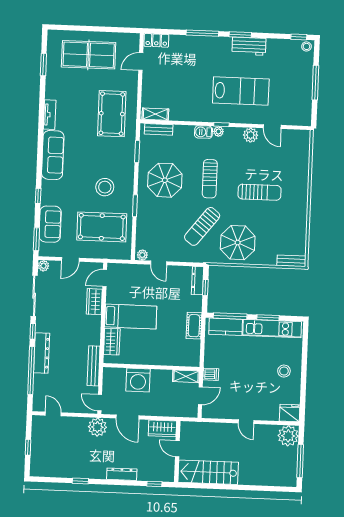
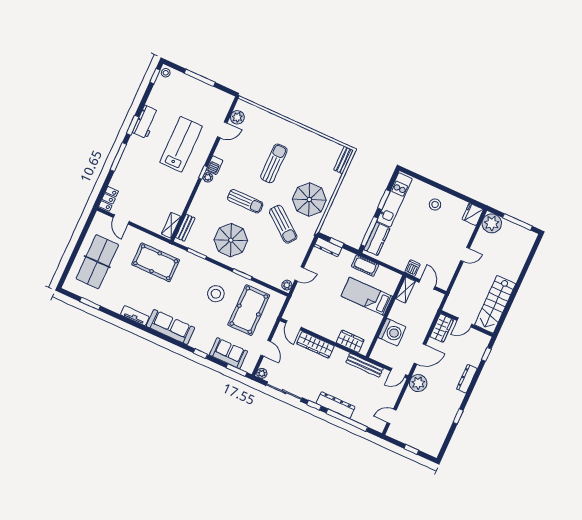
barbecue: (203, 132) -> (214, 165), moved
plant: (251, 135) -> (237, 117), moved
wardrobe: (94, 302) -> (315, 345), width x1.50
bed: (131, 316) -> (367, 296), moved, turned -90

